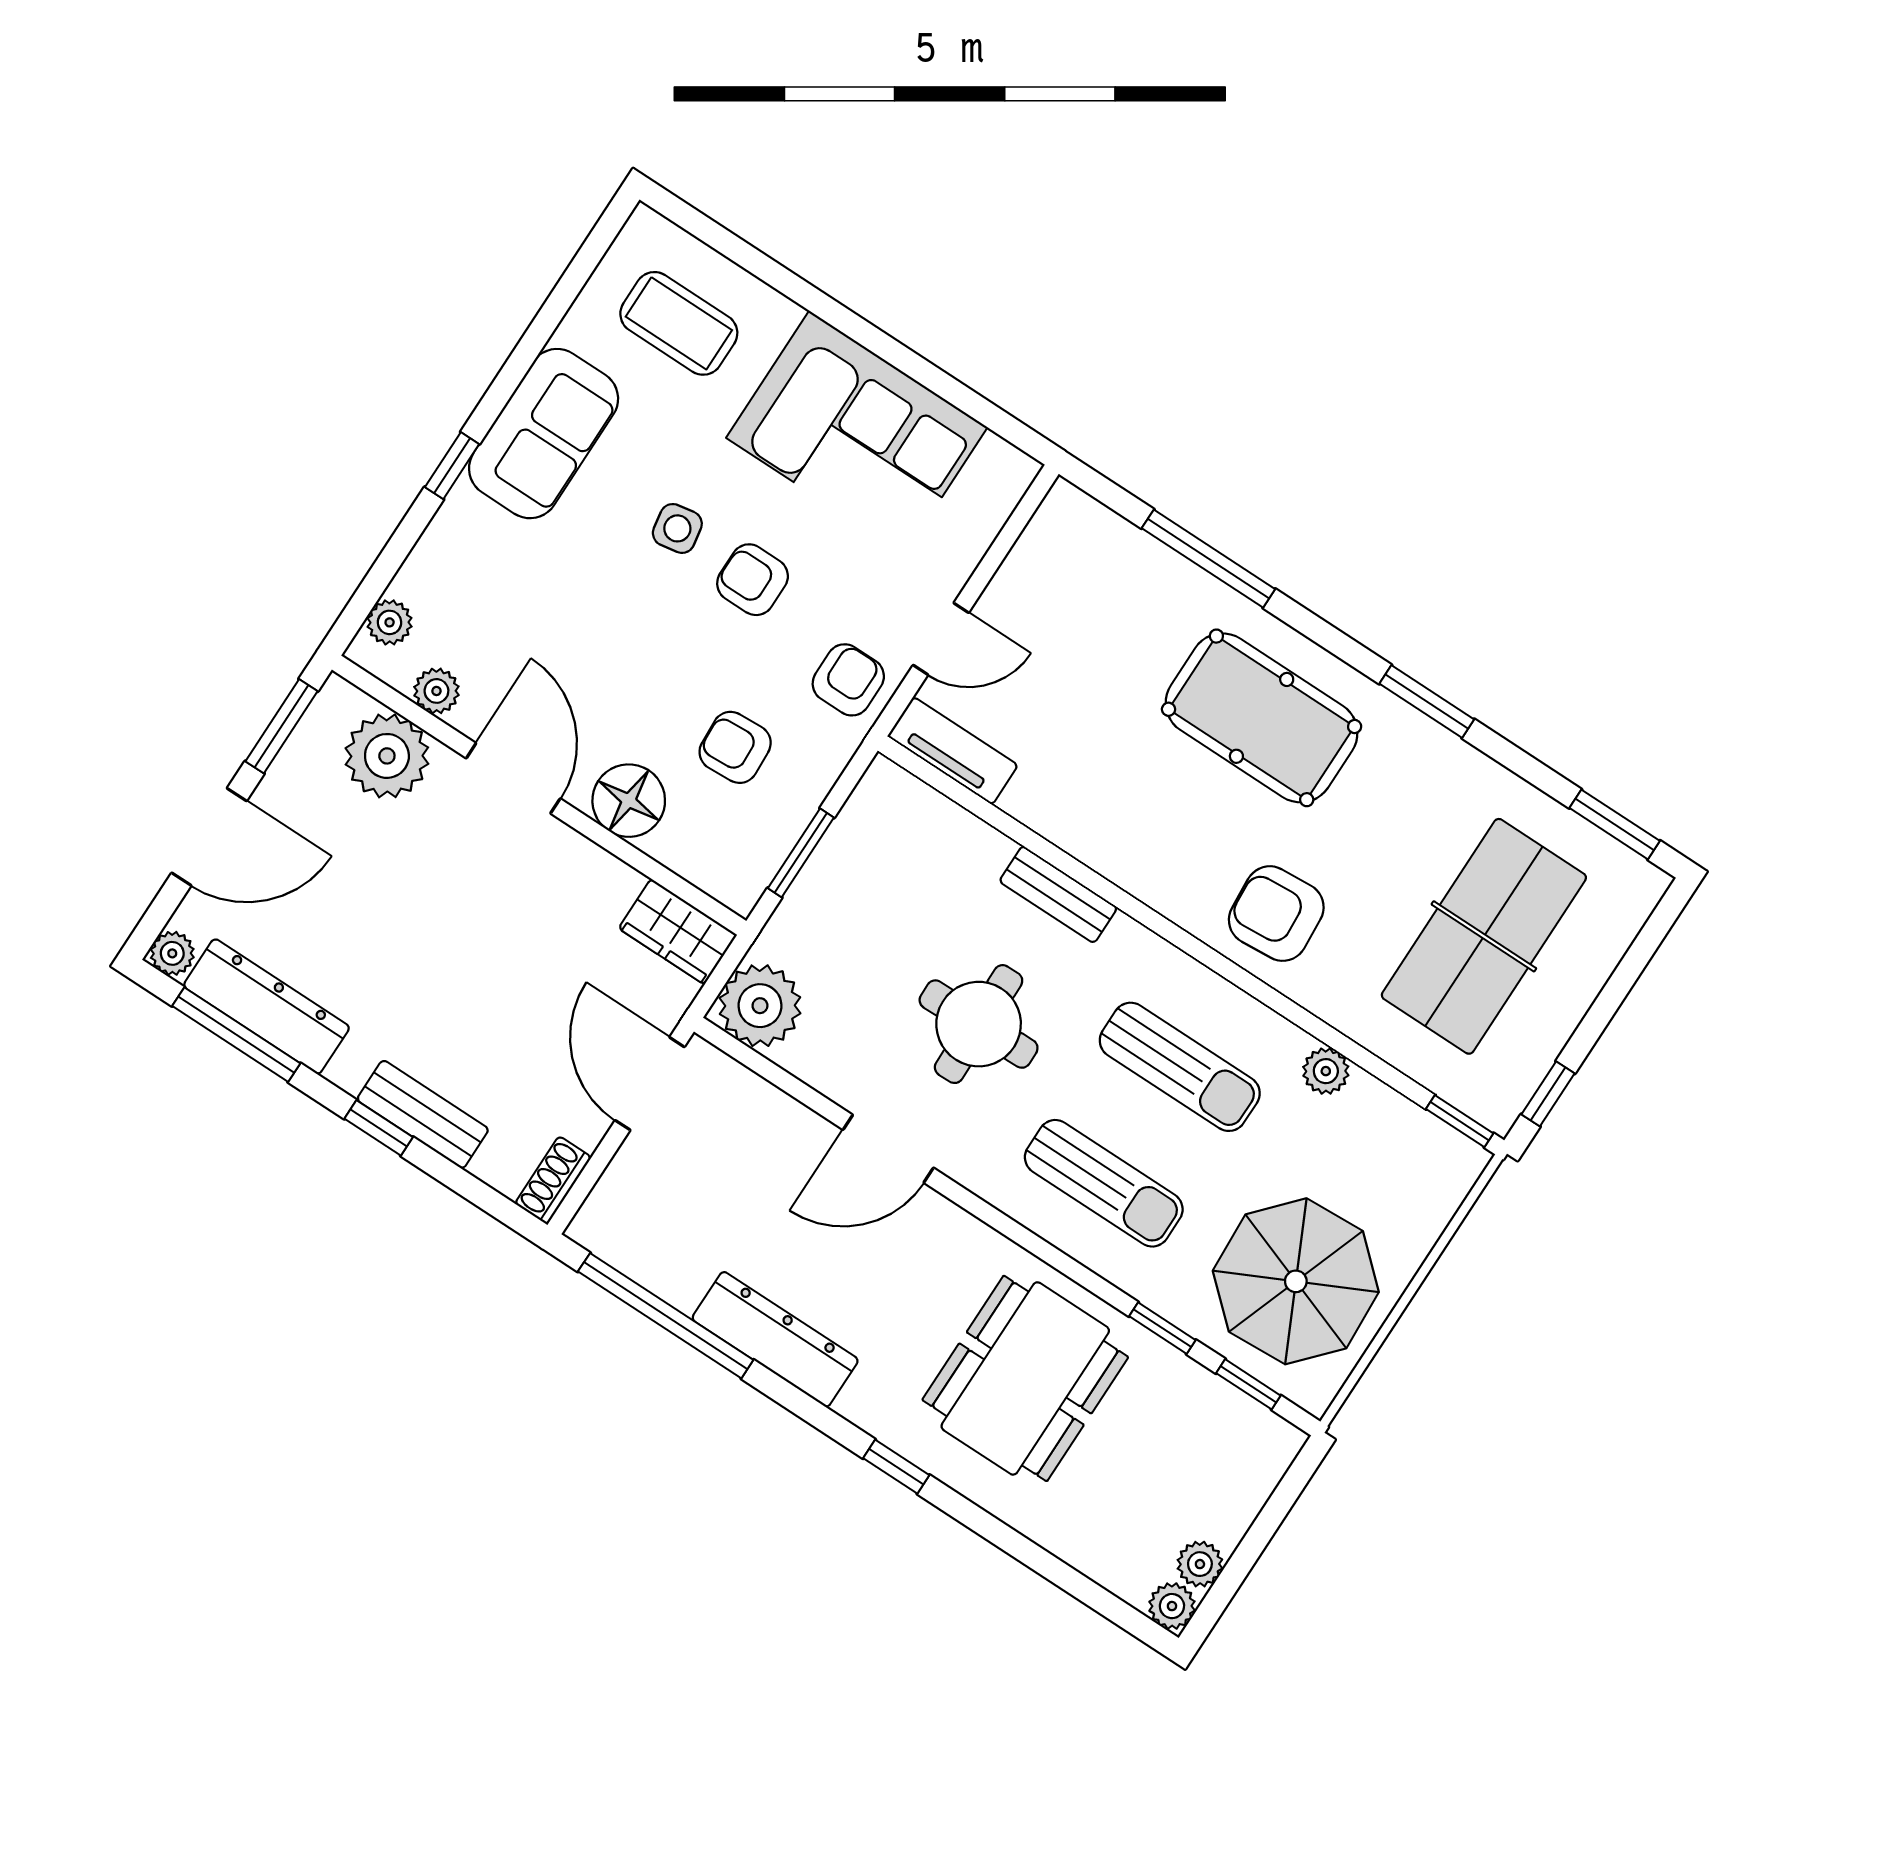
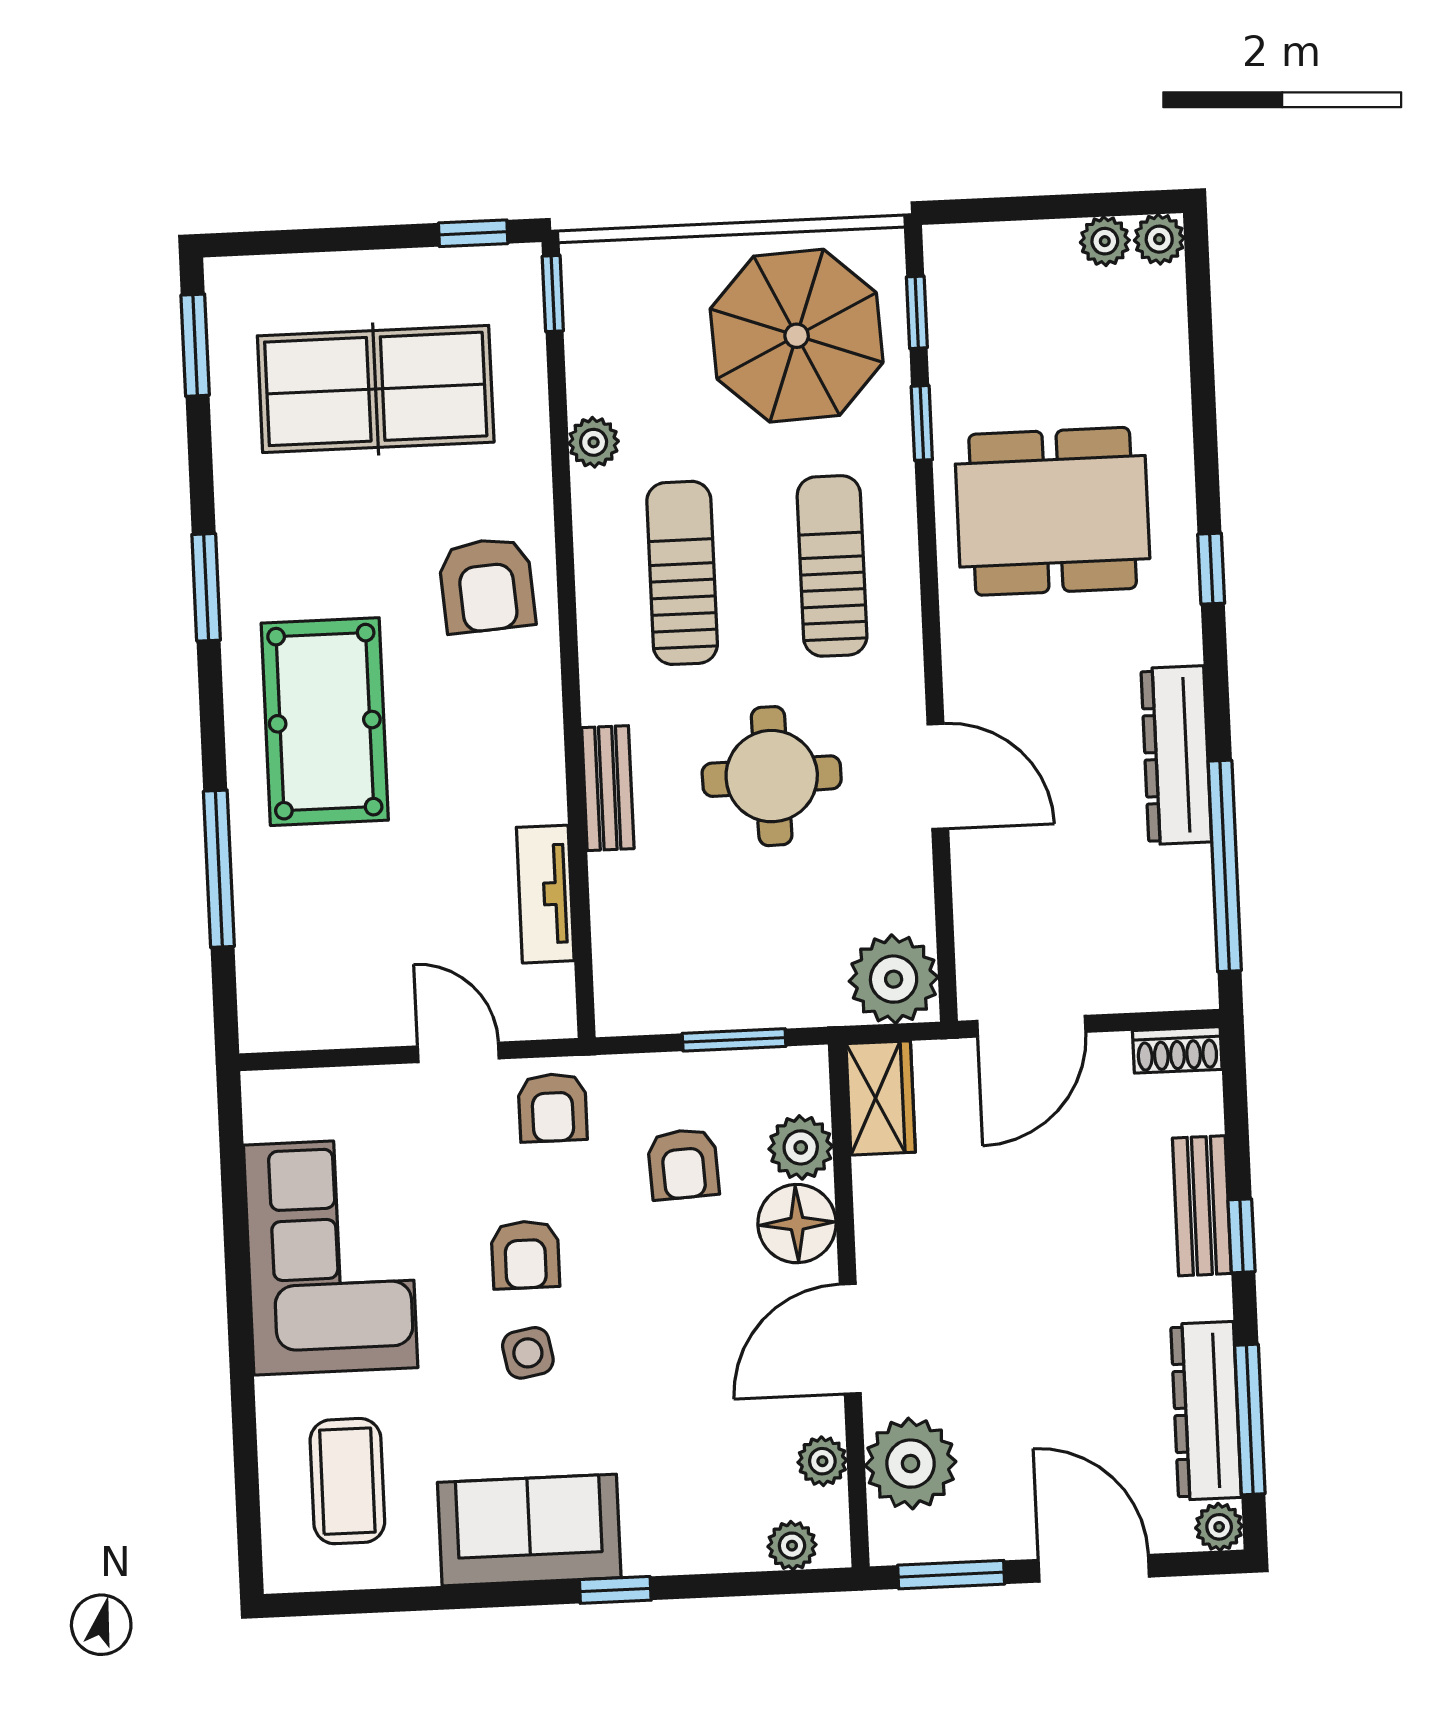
armchair: (848, 680) -> (553, 1108), turned -90
tv unit: (953, 751) -> (545, 894), moved
plant: (684, 845) -> (801, 1147), added

